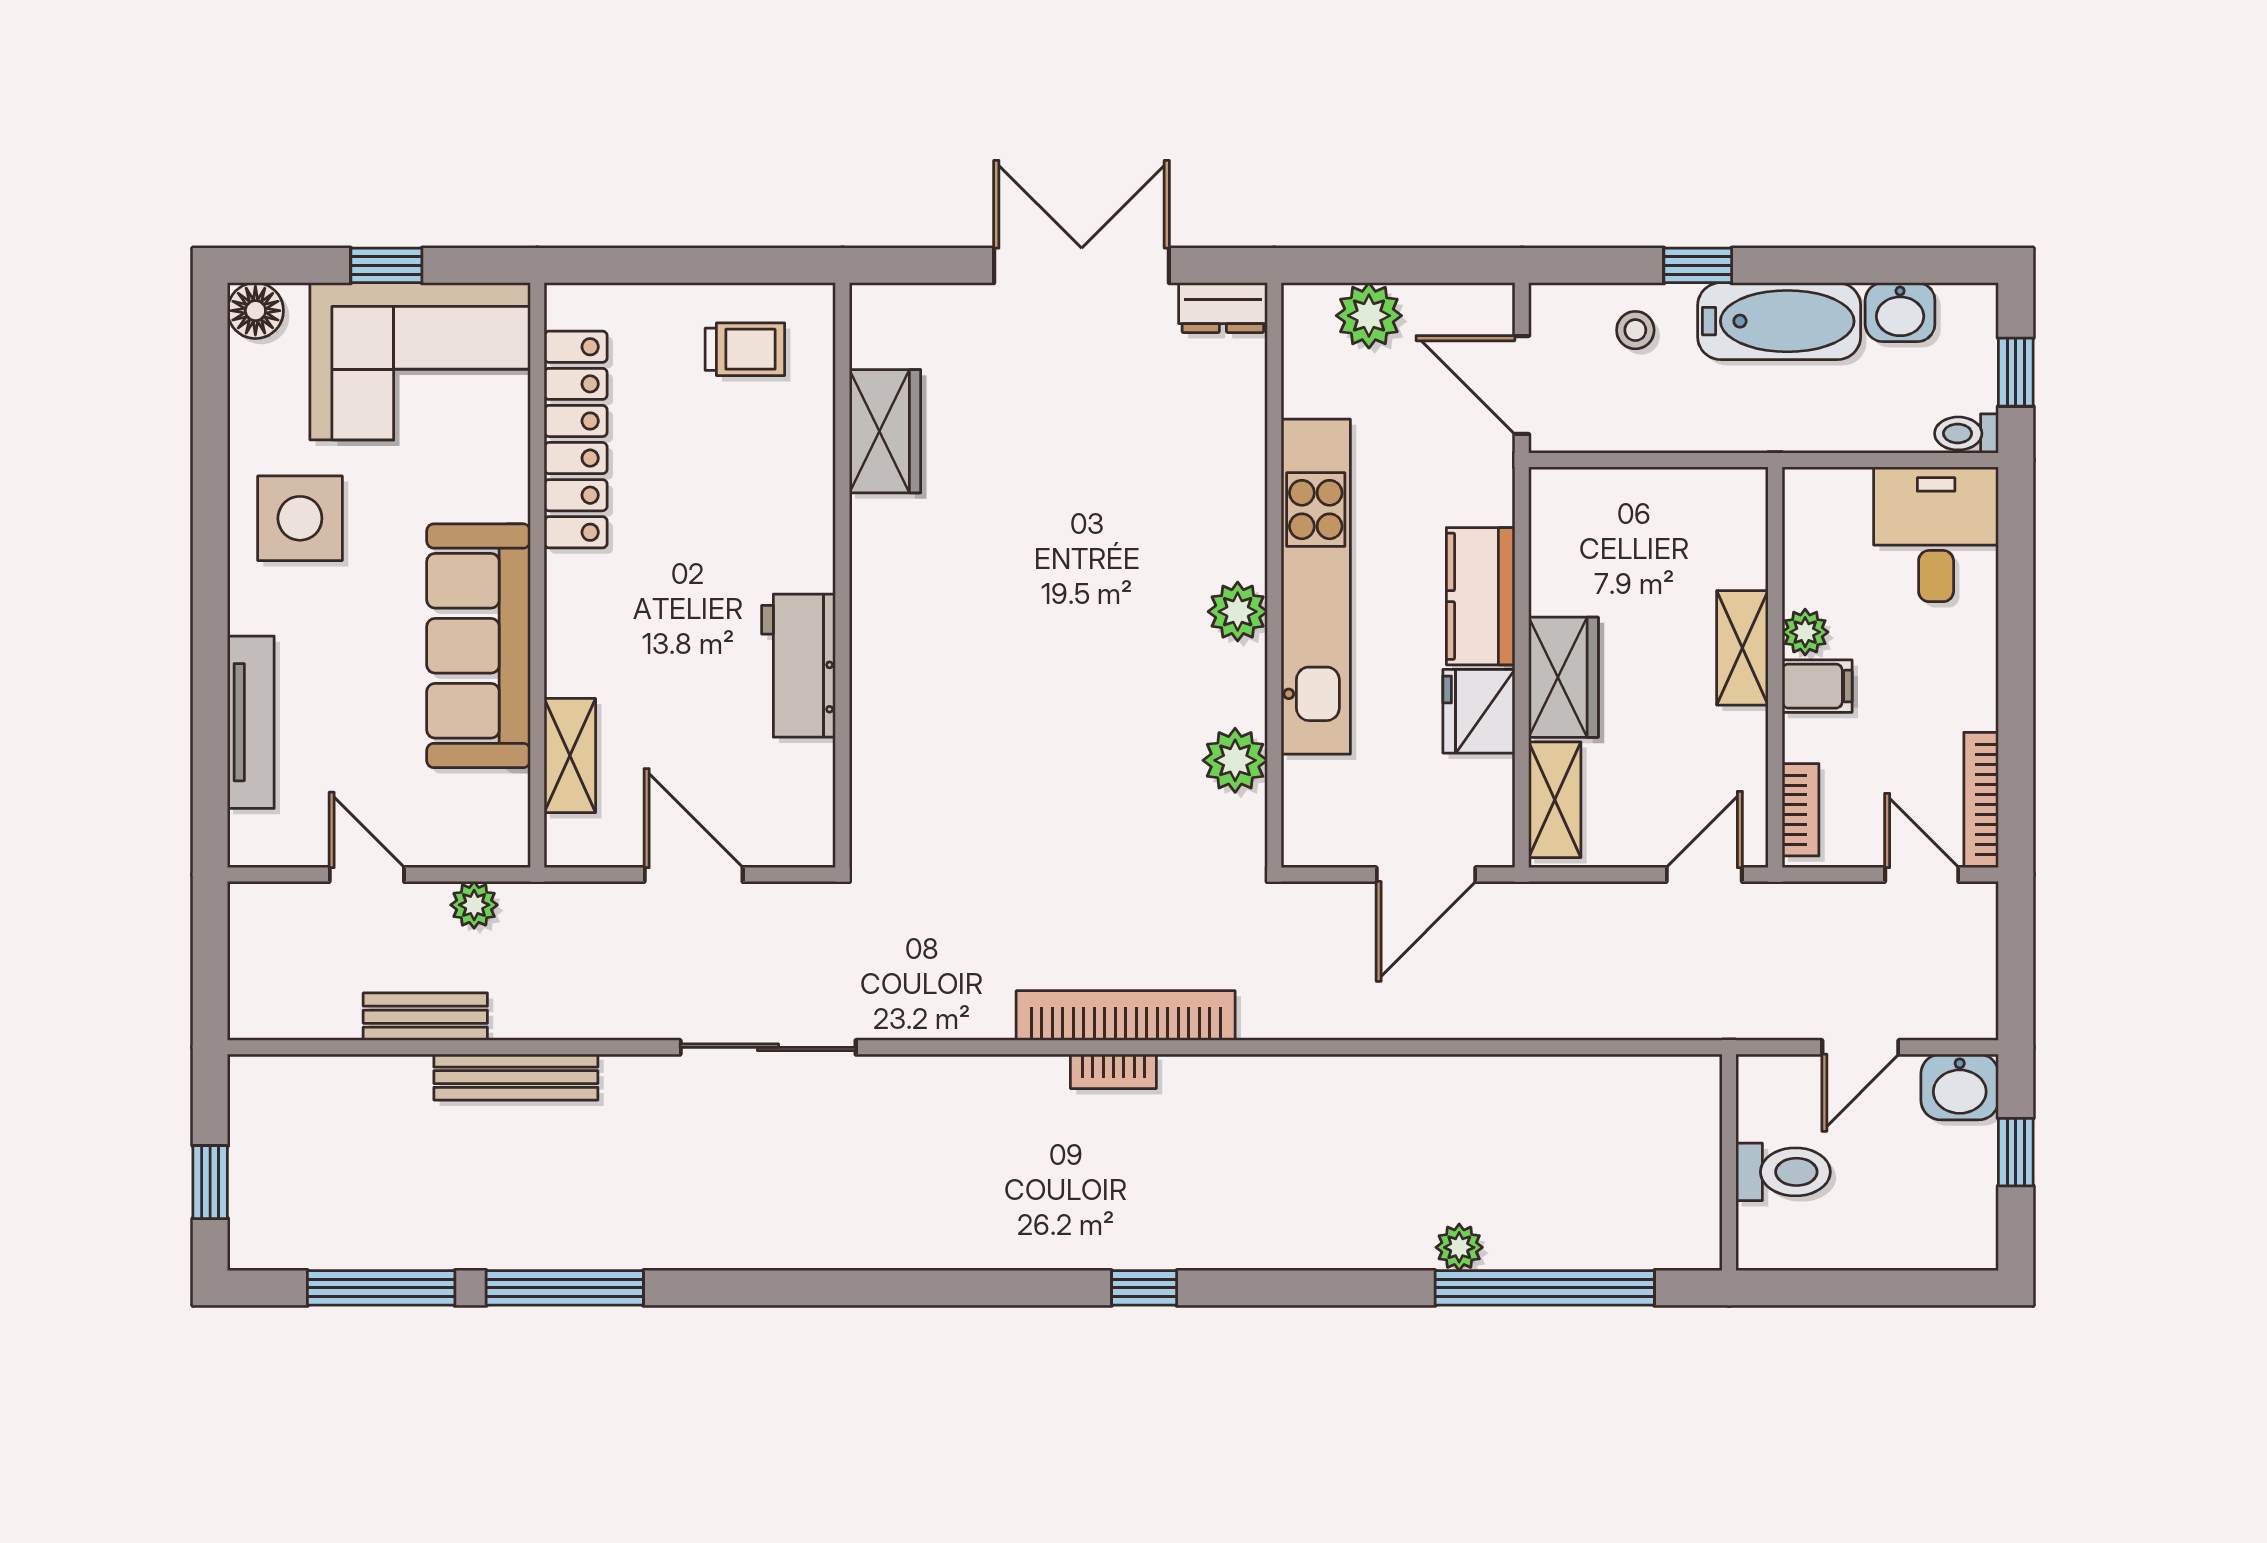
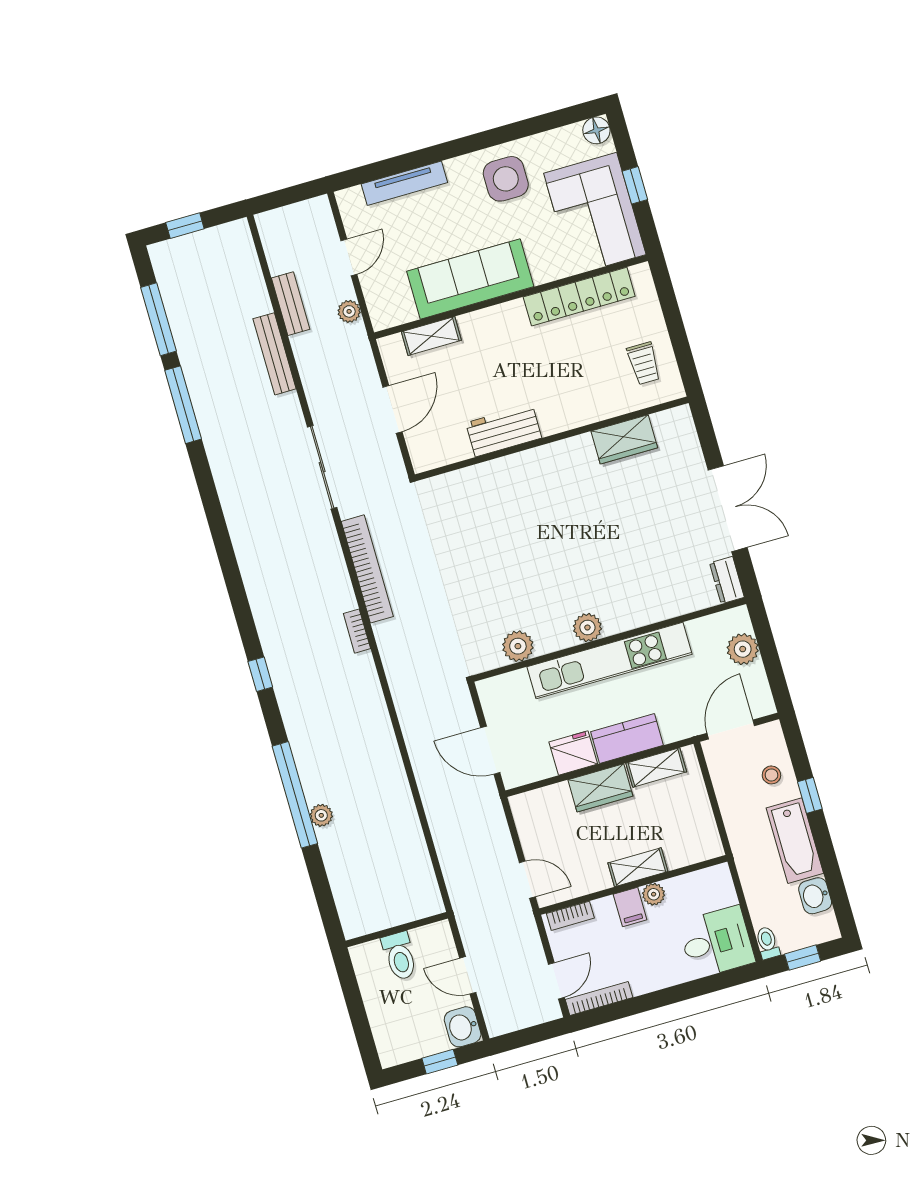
shelving: (1555, 800) -> (656, 767), moved
bookcase: (1126, 1016) -> (367, 569), moved
window: (1545, 1288) -> (295, 795), moved

